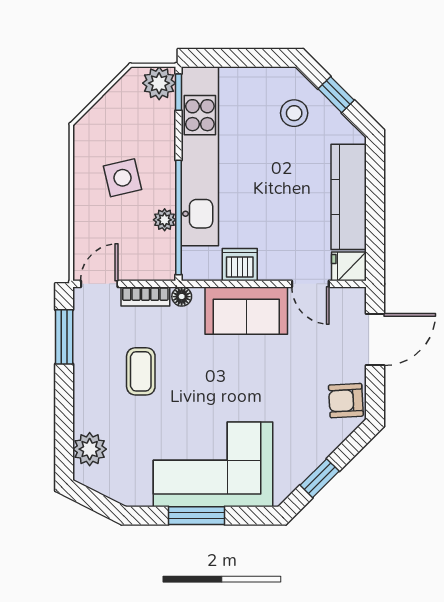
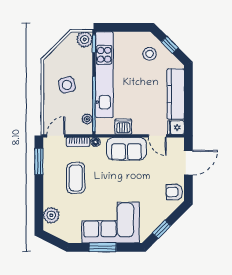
plant: (165, 220) -> (87, 119), moved
coffee table: (141, 371) -> (76, 178), width x1.36, depth x1.30

